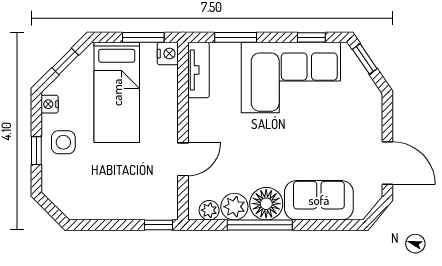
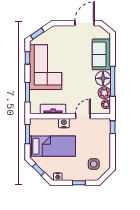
nightstand: (168, 54) -> (64, 123), moved
tv unit: (198, 70) -> (53, 109), moved
side table: (63, 142) -> (94, 164), moved
door: (183, 159) -> (83, 116), hinge flipped

